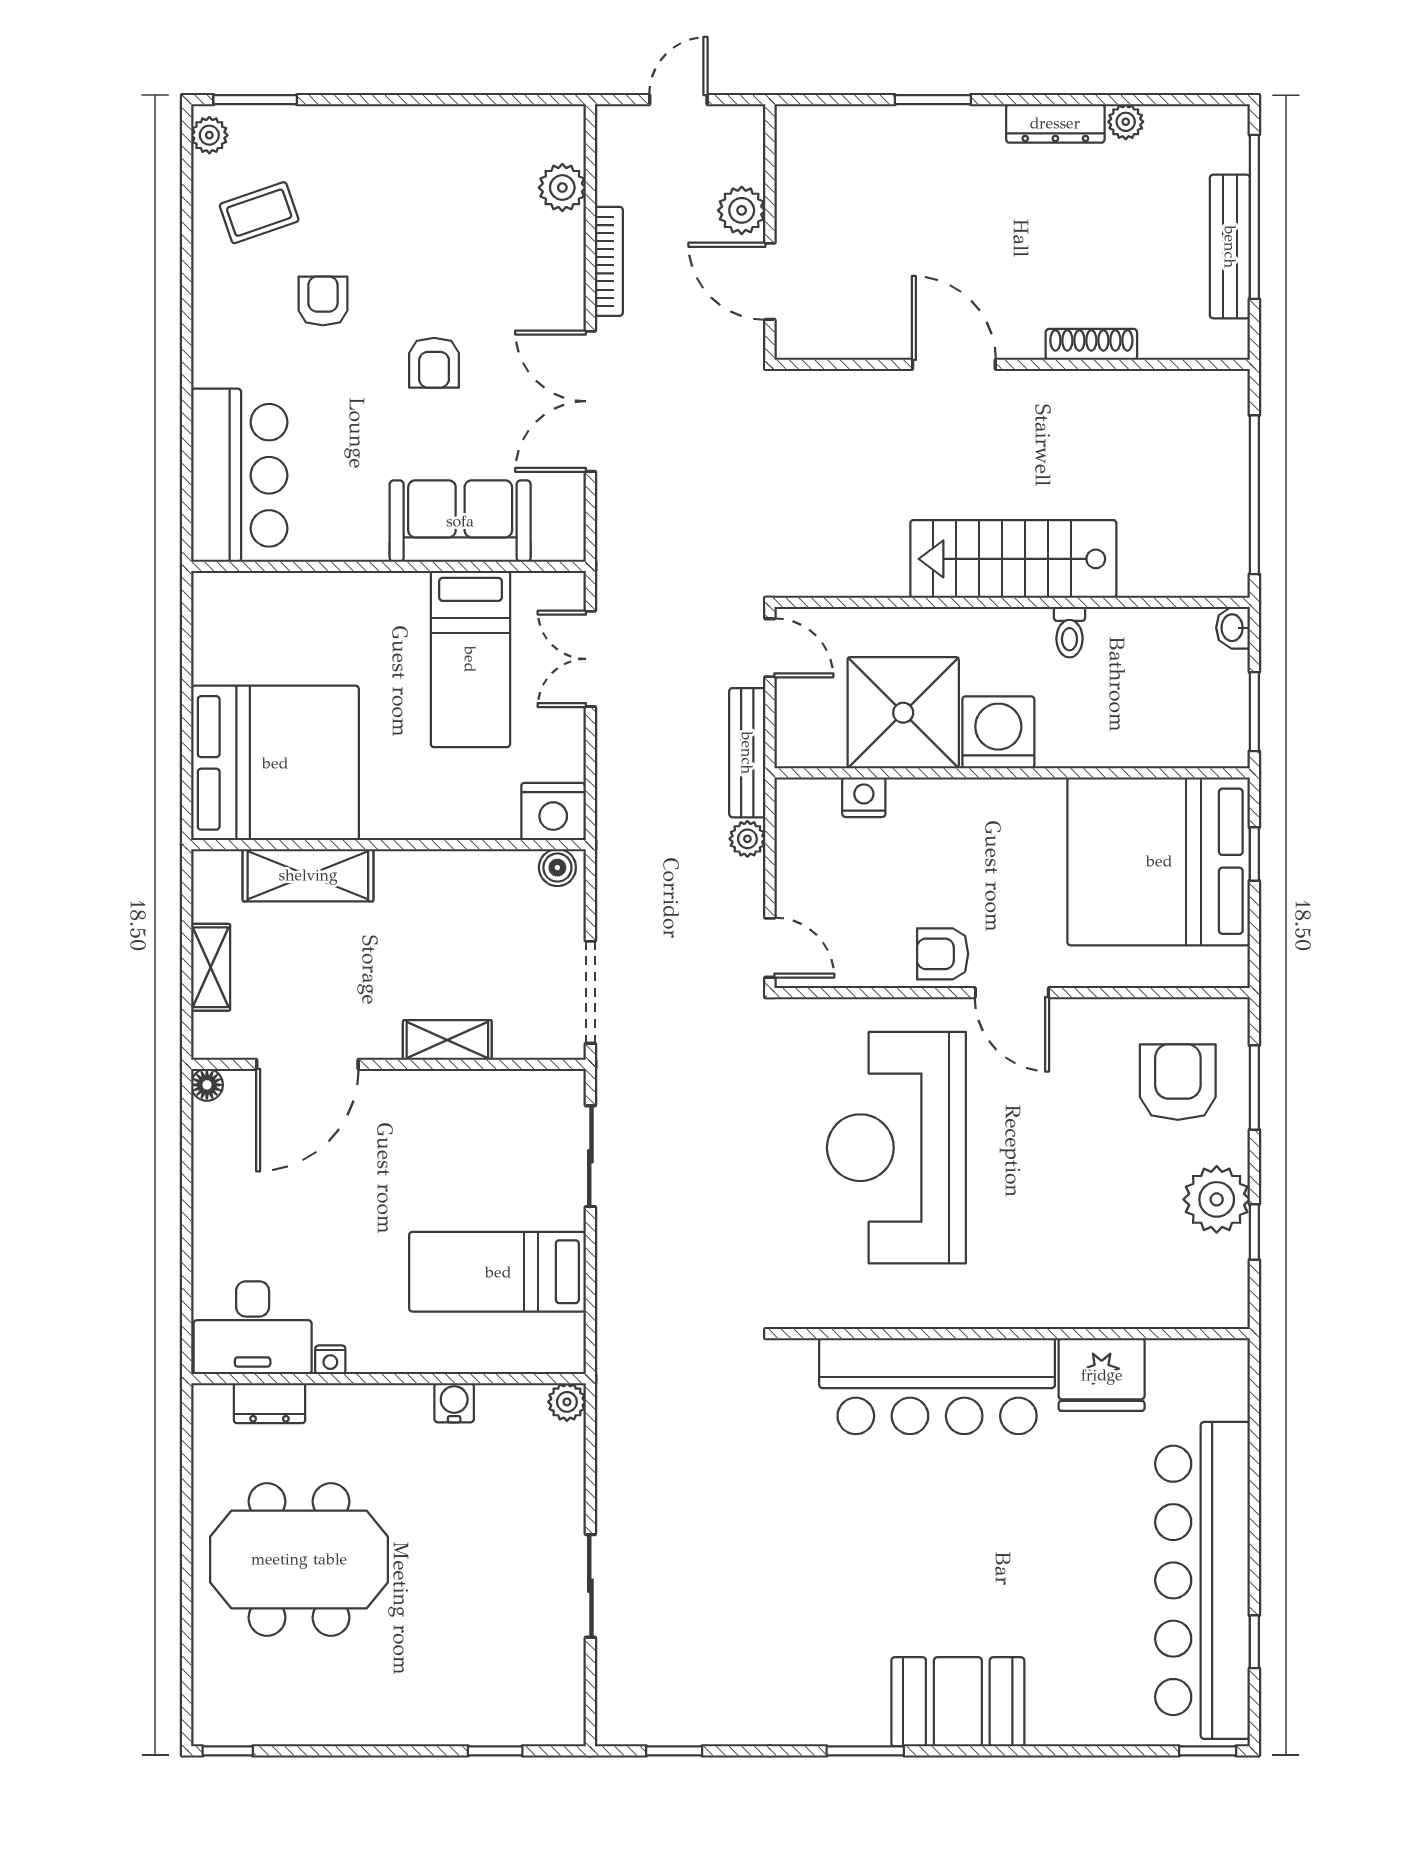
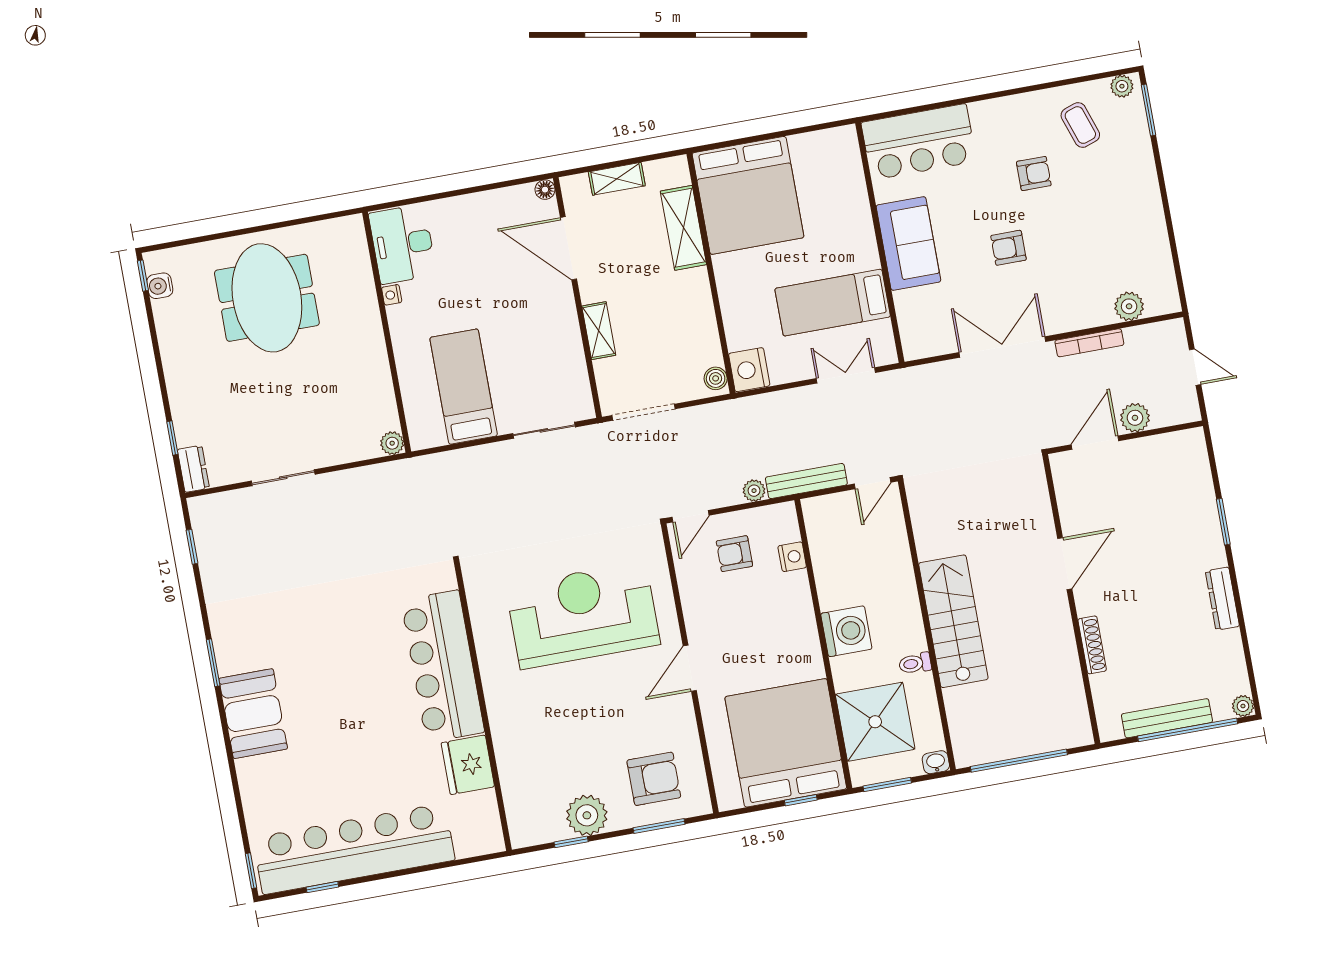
plant: (1126, 122) -> (1243, 706), moved
sofa: (460, 521) -> (908, 244), moved
shower: (903, 713) -> (875, 722), moved
armchair: (943, 954) -> (734, 554), moved, turned -90
dresser: (269, 1403) -> (193, 469), moved, turned 180
water cooler: (454, 1403) -> (160, 286), moved, turned 180

